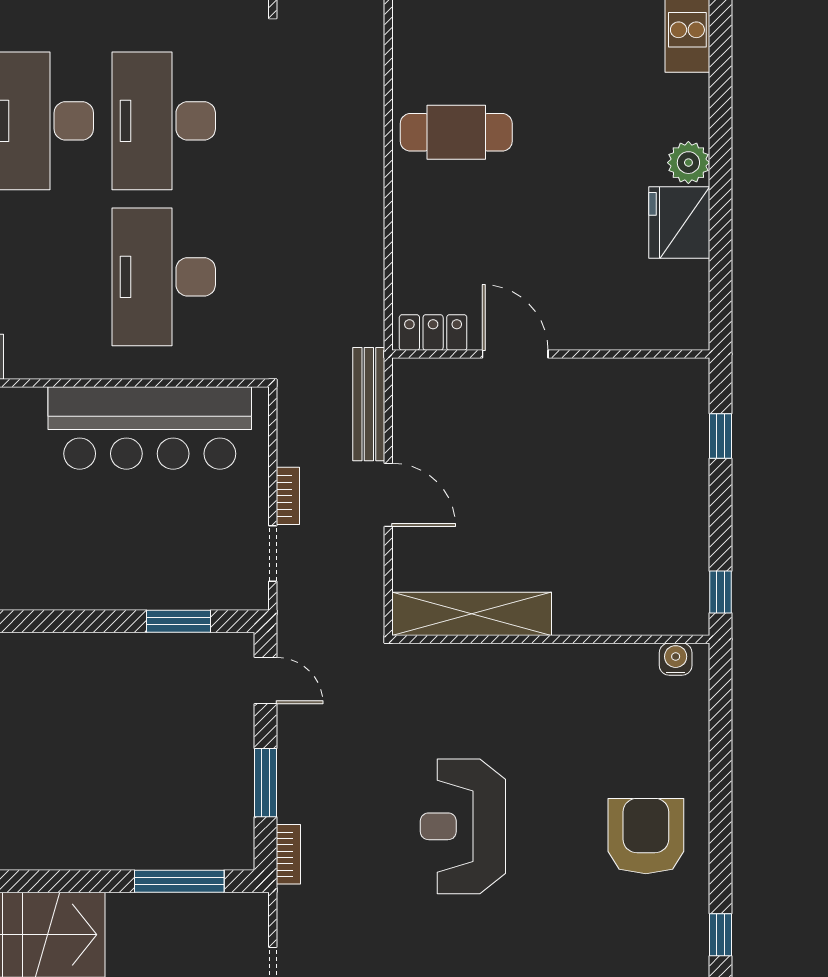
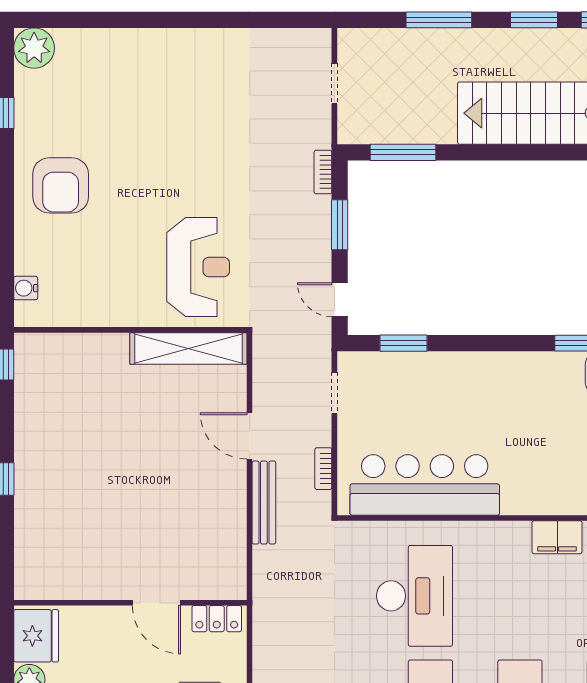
locker: (433, 333) -> (217, 619), moved
door: (515, 354) -> (156, 603), moved
wall: (551, 354) -> (130, 603), moved
bookcase: (288, 496) -> (323, 469), moved
water cooler: (676, 659) -> (26, 288), moved, turned 90
reception desk: (463, 826) -> (198, 267), moved

